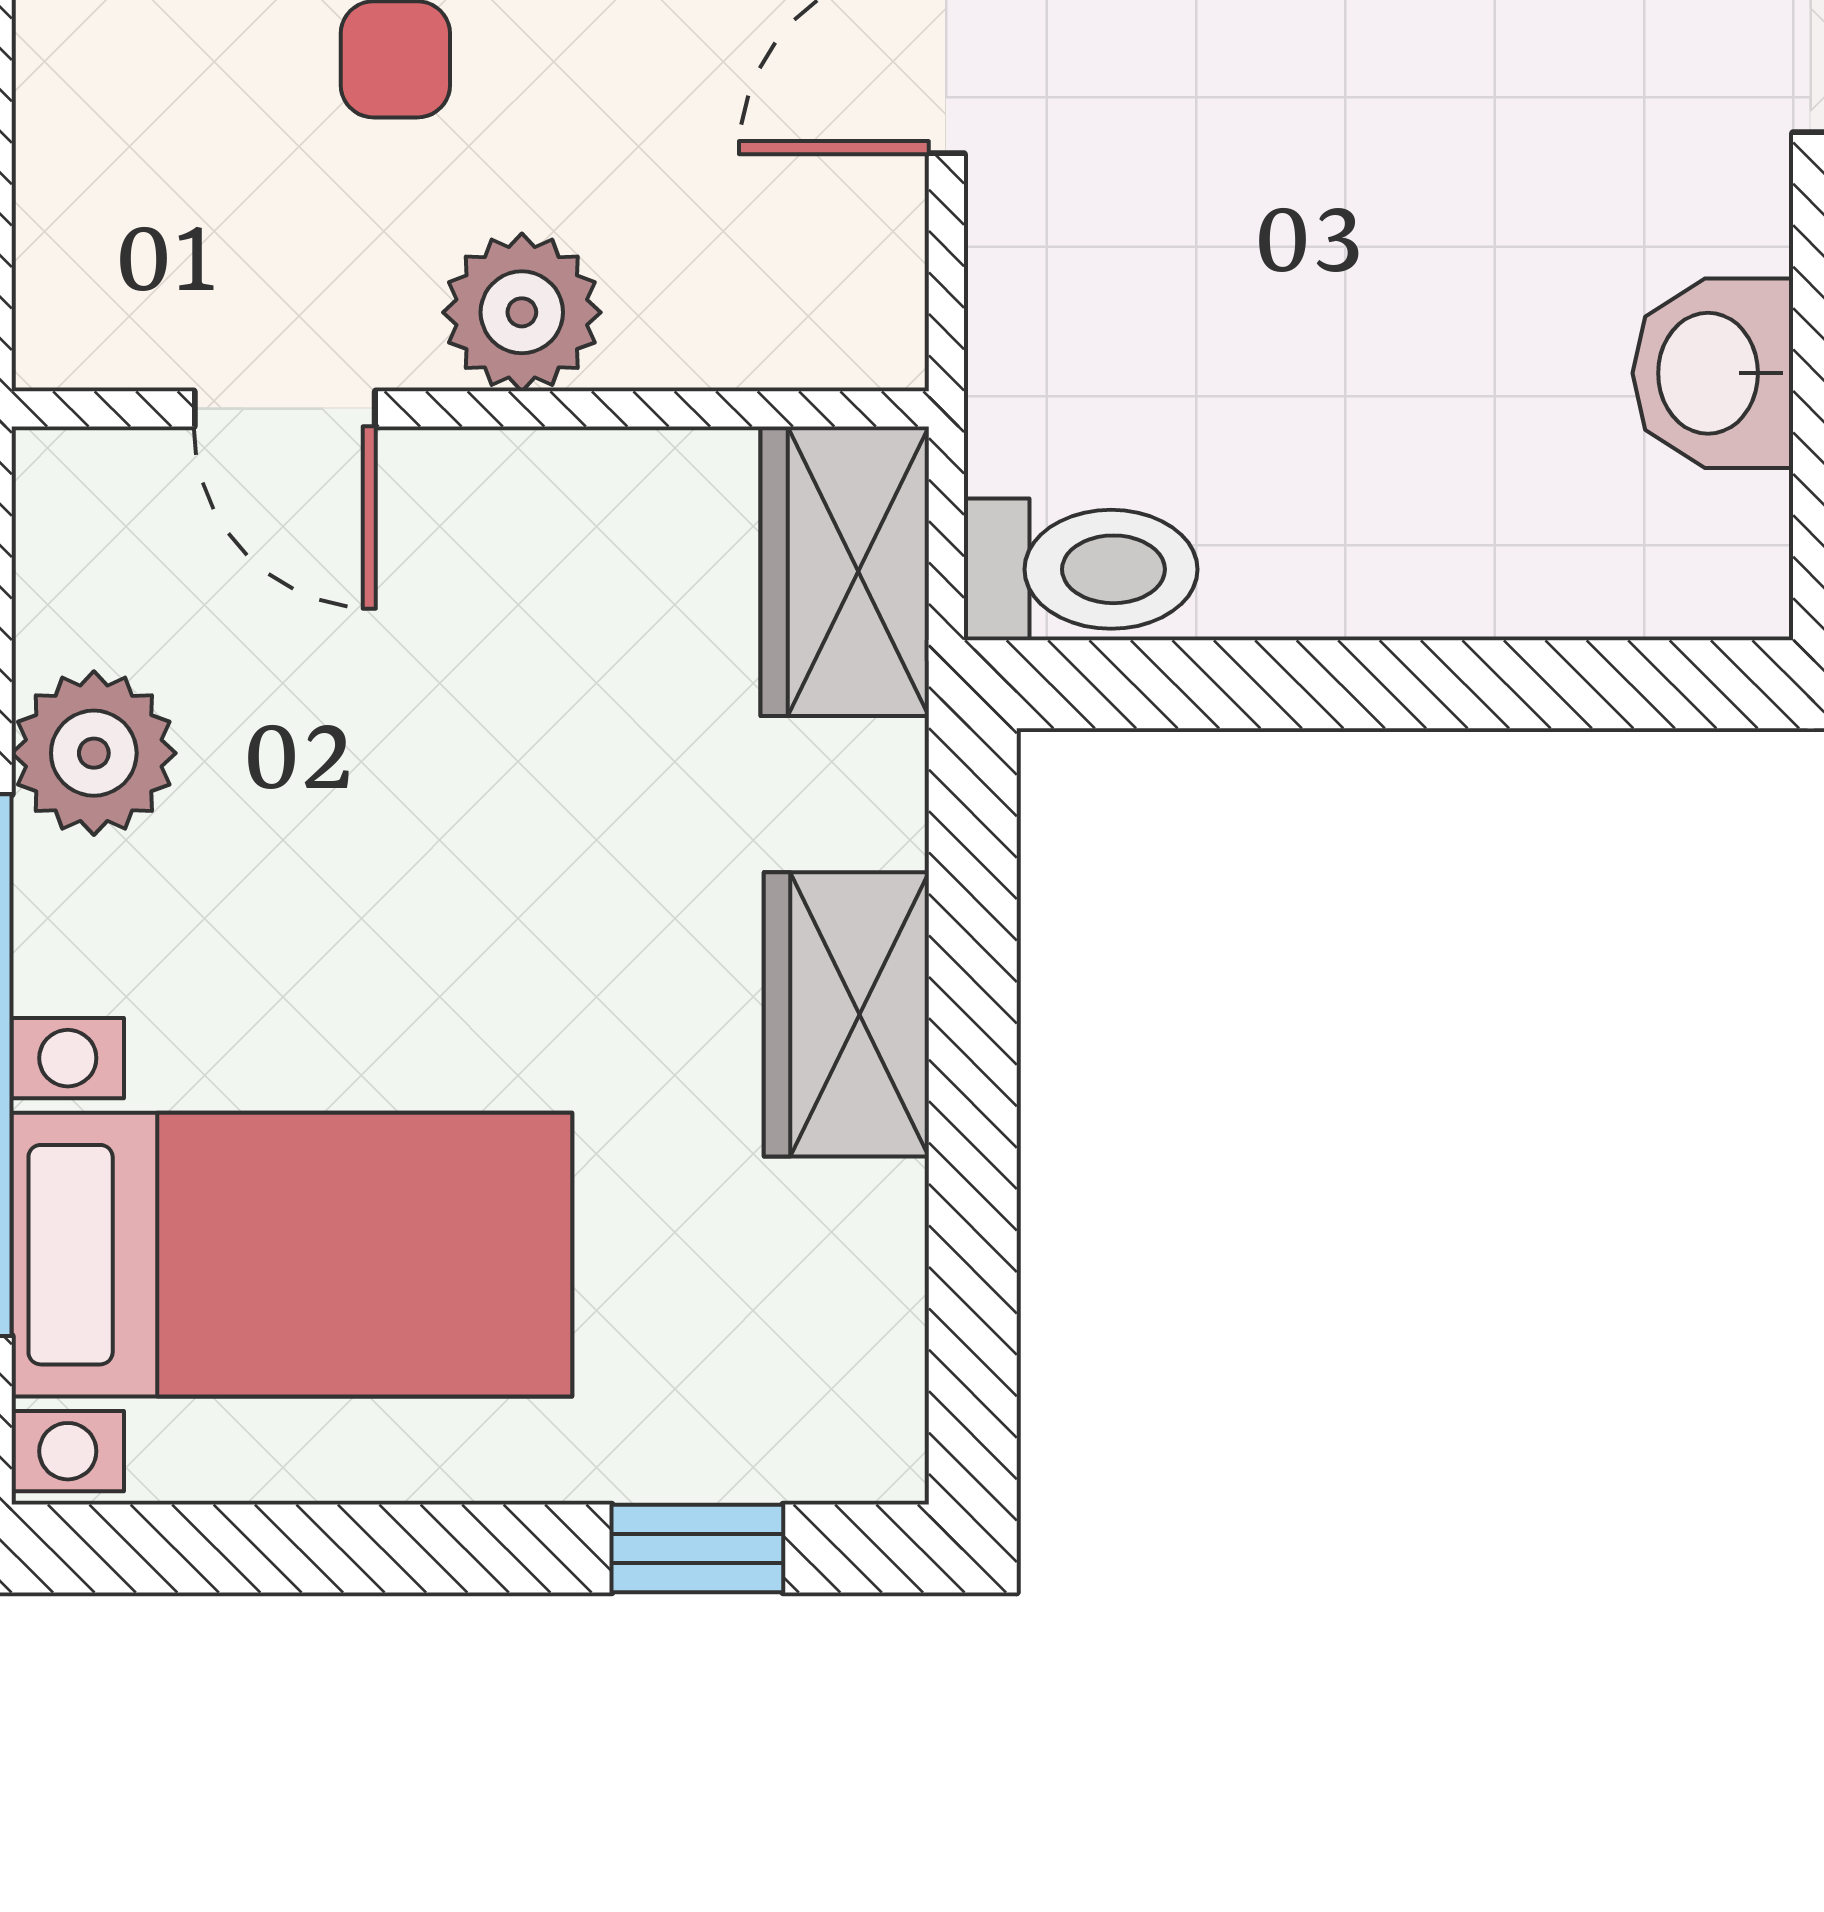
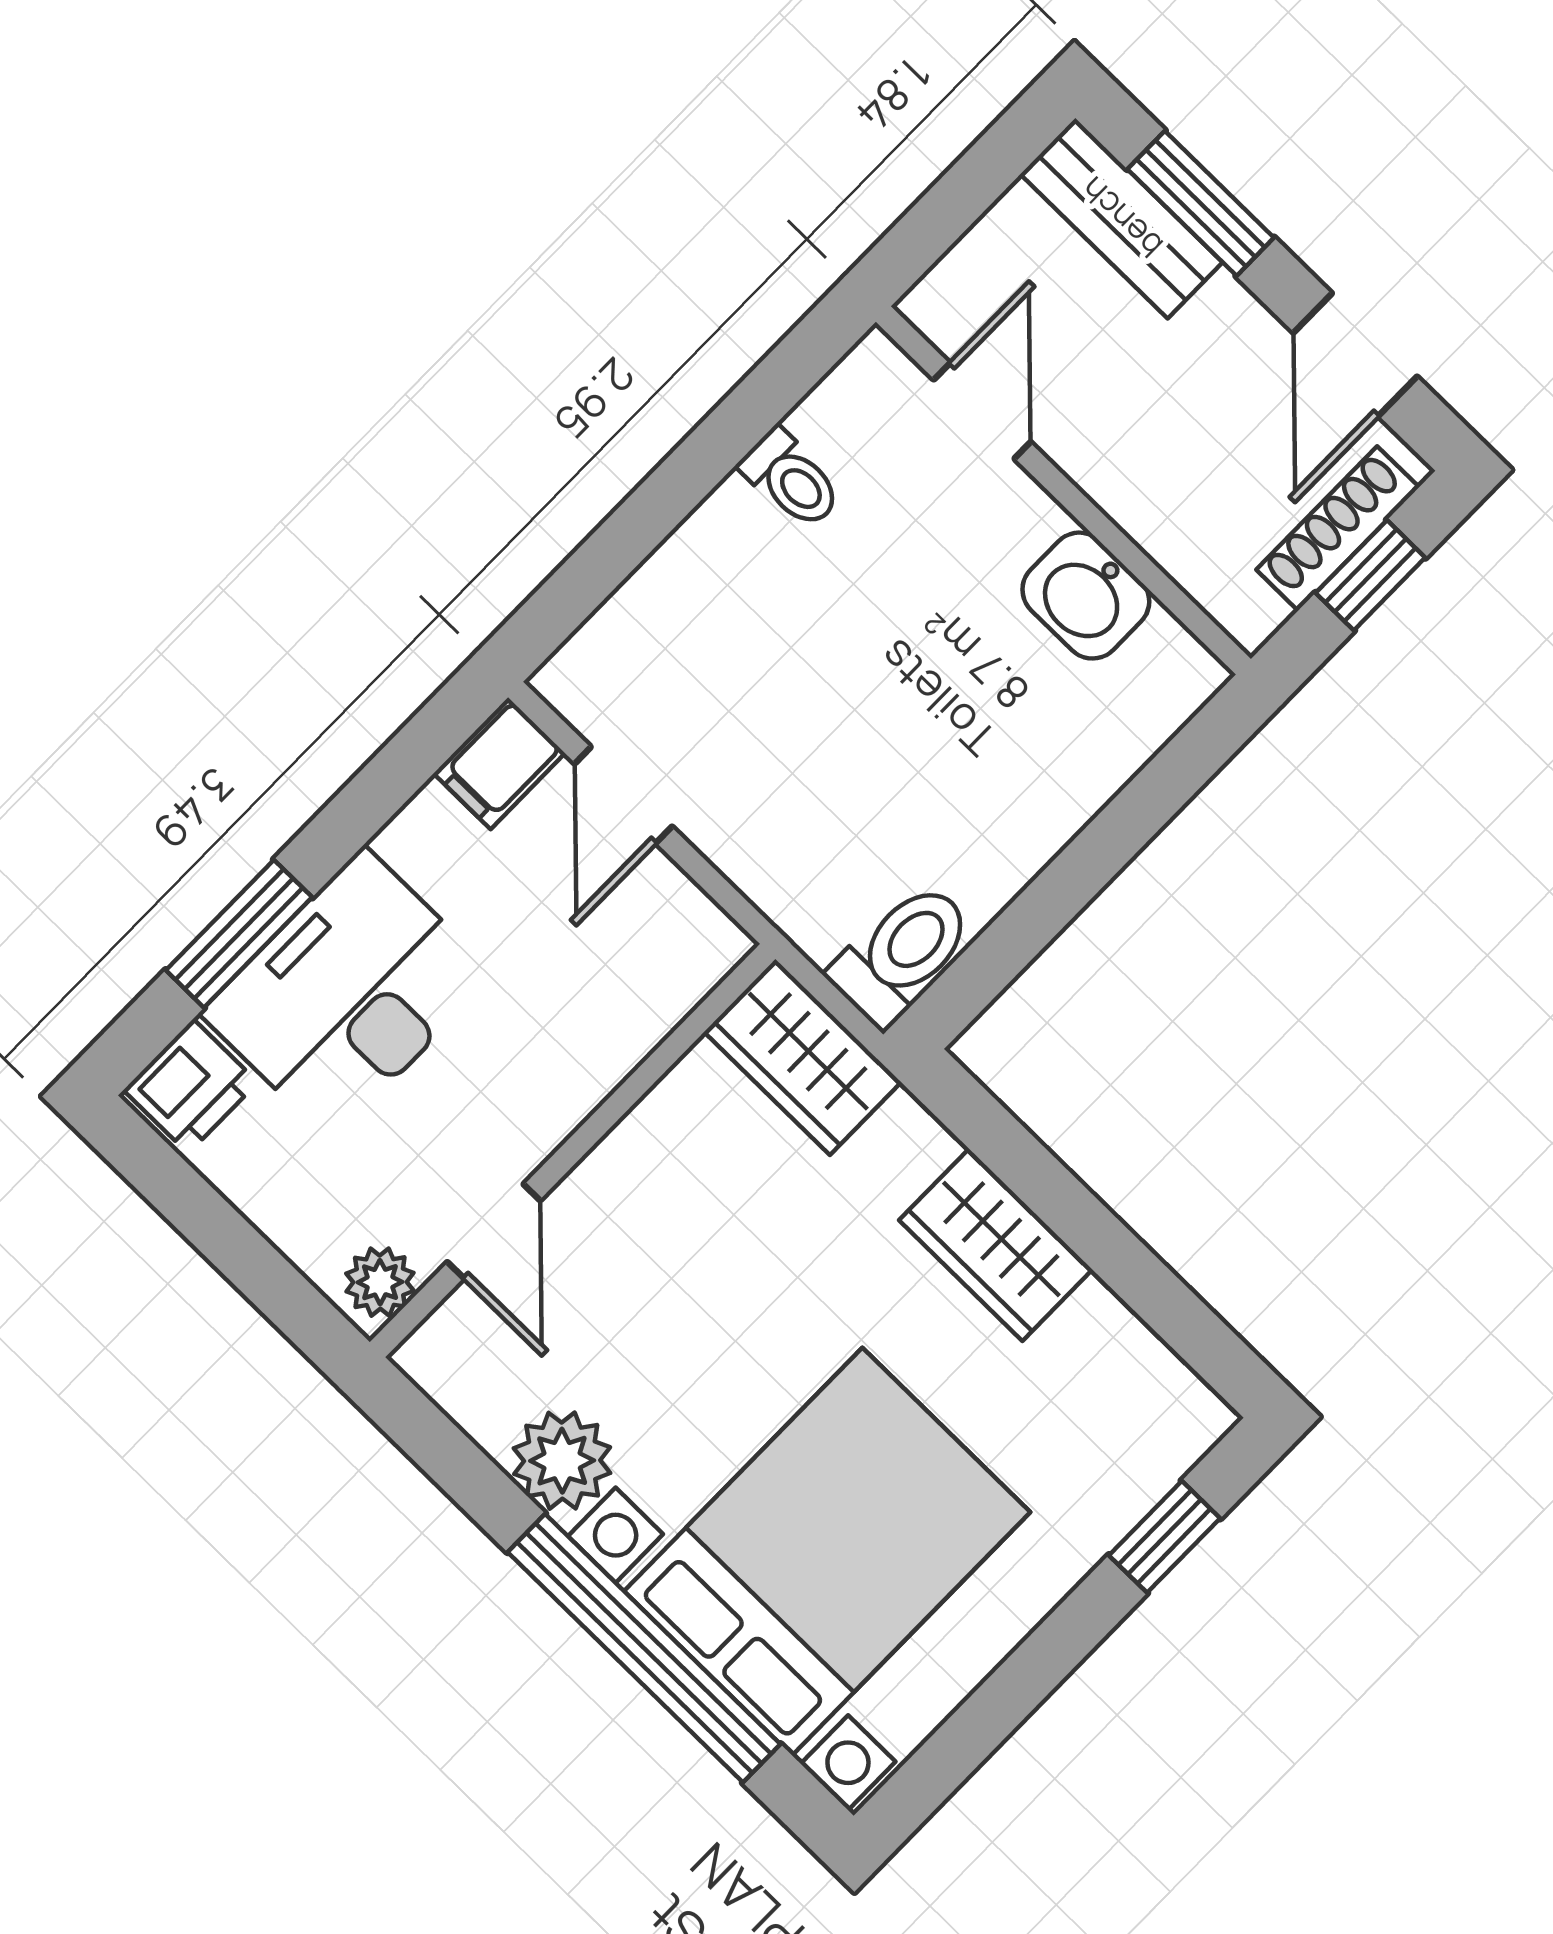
plant: (522, 312) -> (380, 1282), moved, width x0.73, depth x0.73
door: (285, 409) -> (494, 1231), hinge flipped
bed with nightstands: (292, 1255) -> (827, 1552), width x1.36

